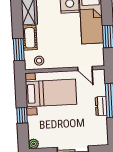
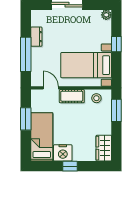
cot: (30, 38) -> (72, 96), moved, turned 90
dresser: (101, 106) -> (36, 37), moved

